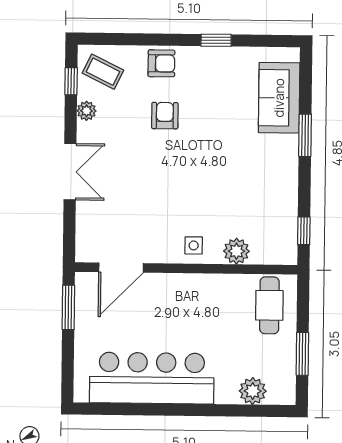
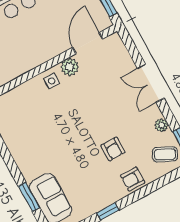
window: (305, 135) -> (29, 197), moved
plant: (236, 251) -> (70, 67), moved

